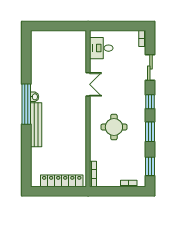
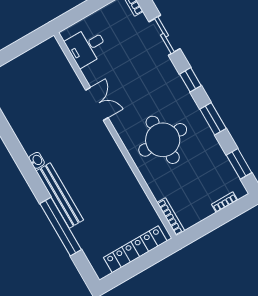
window: (26, 104) -> (61, 227), moved
round table: (114, 127) -> (163, 140), width x1.36, depth x1.36

